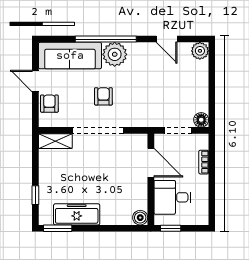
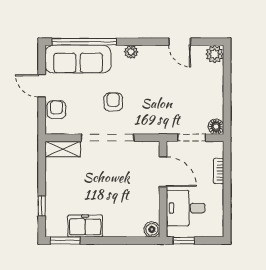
window: (106, 39) -> (84, 42), moved
plant: (115, 54) -> (131, 52), width x0.53, depth x0.53
freezer: (77, 214) -> (85, 226), width x0.71

